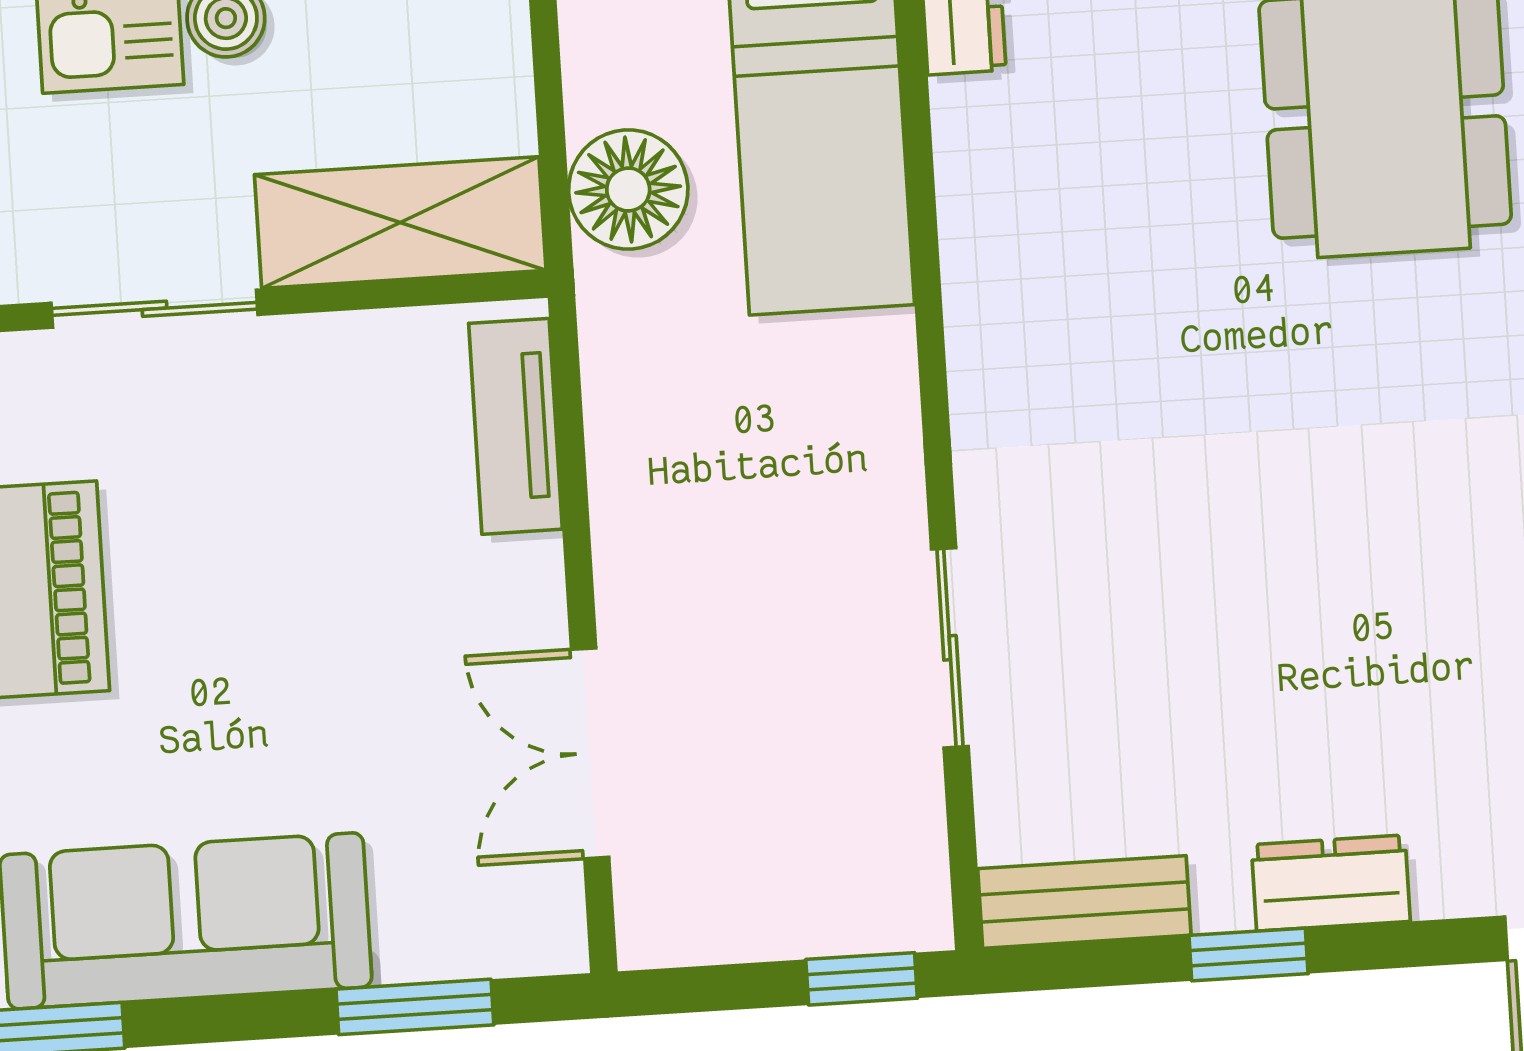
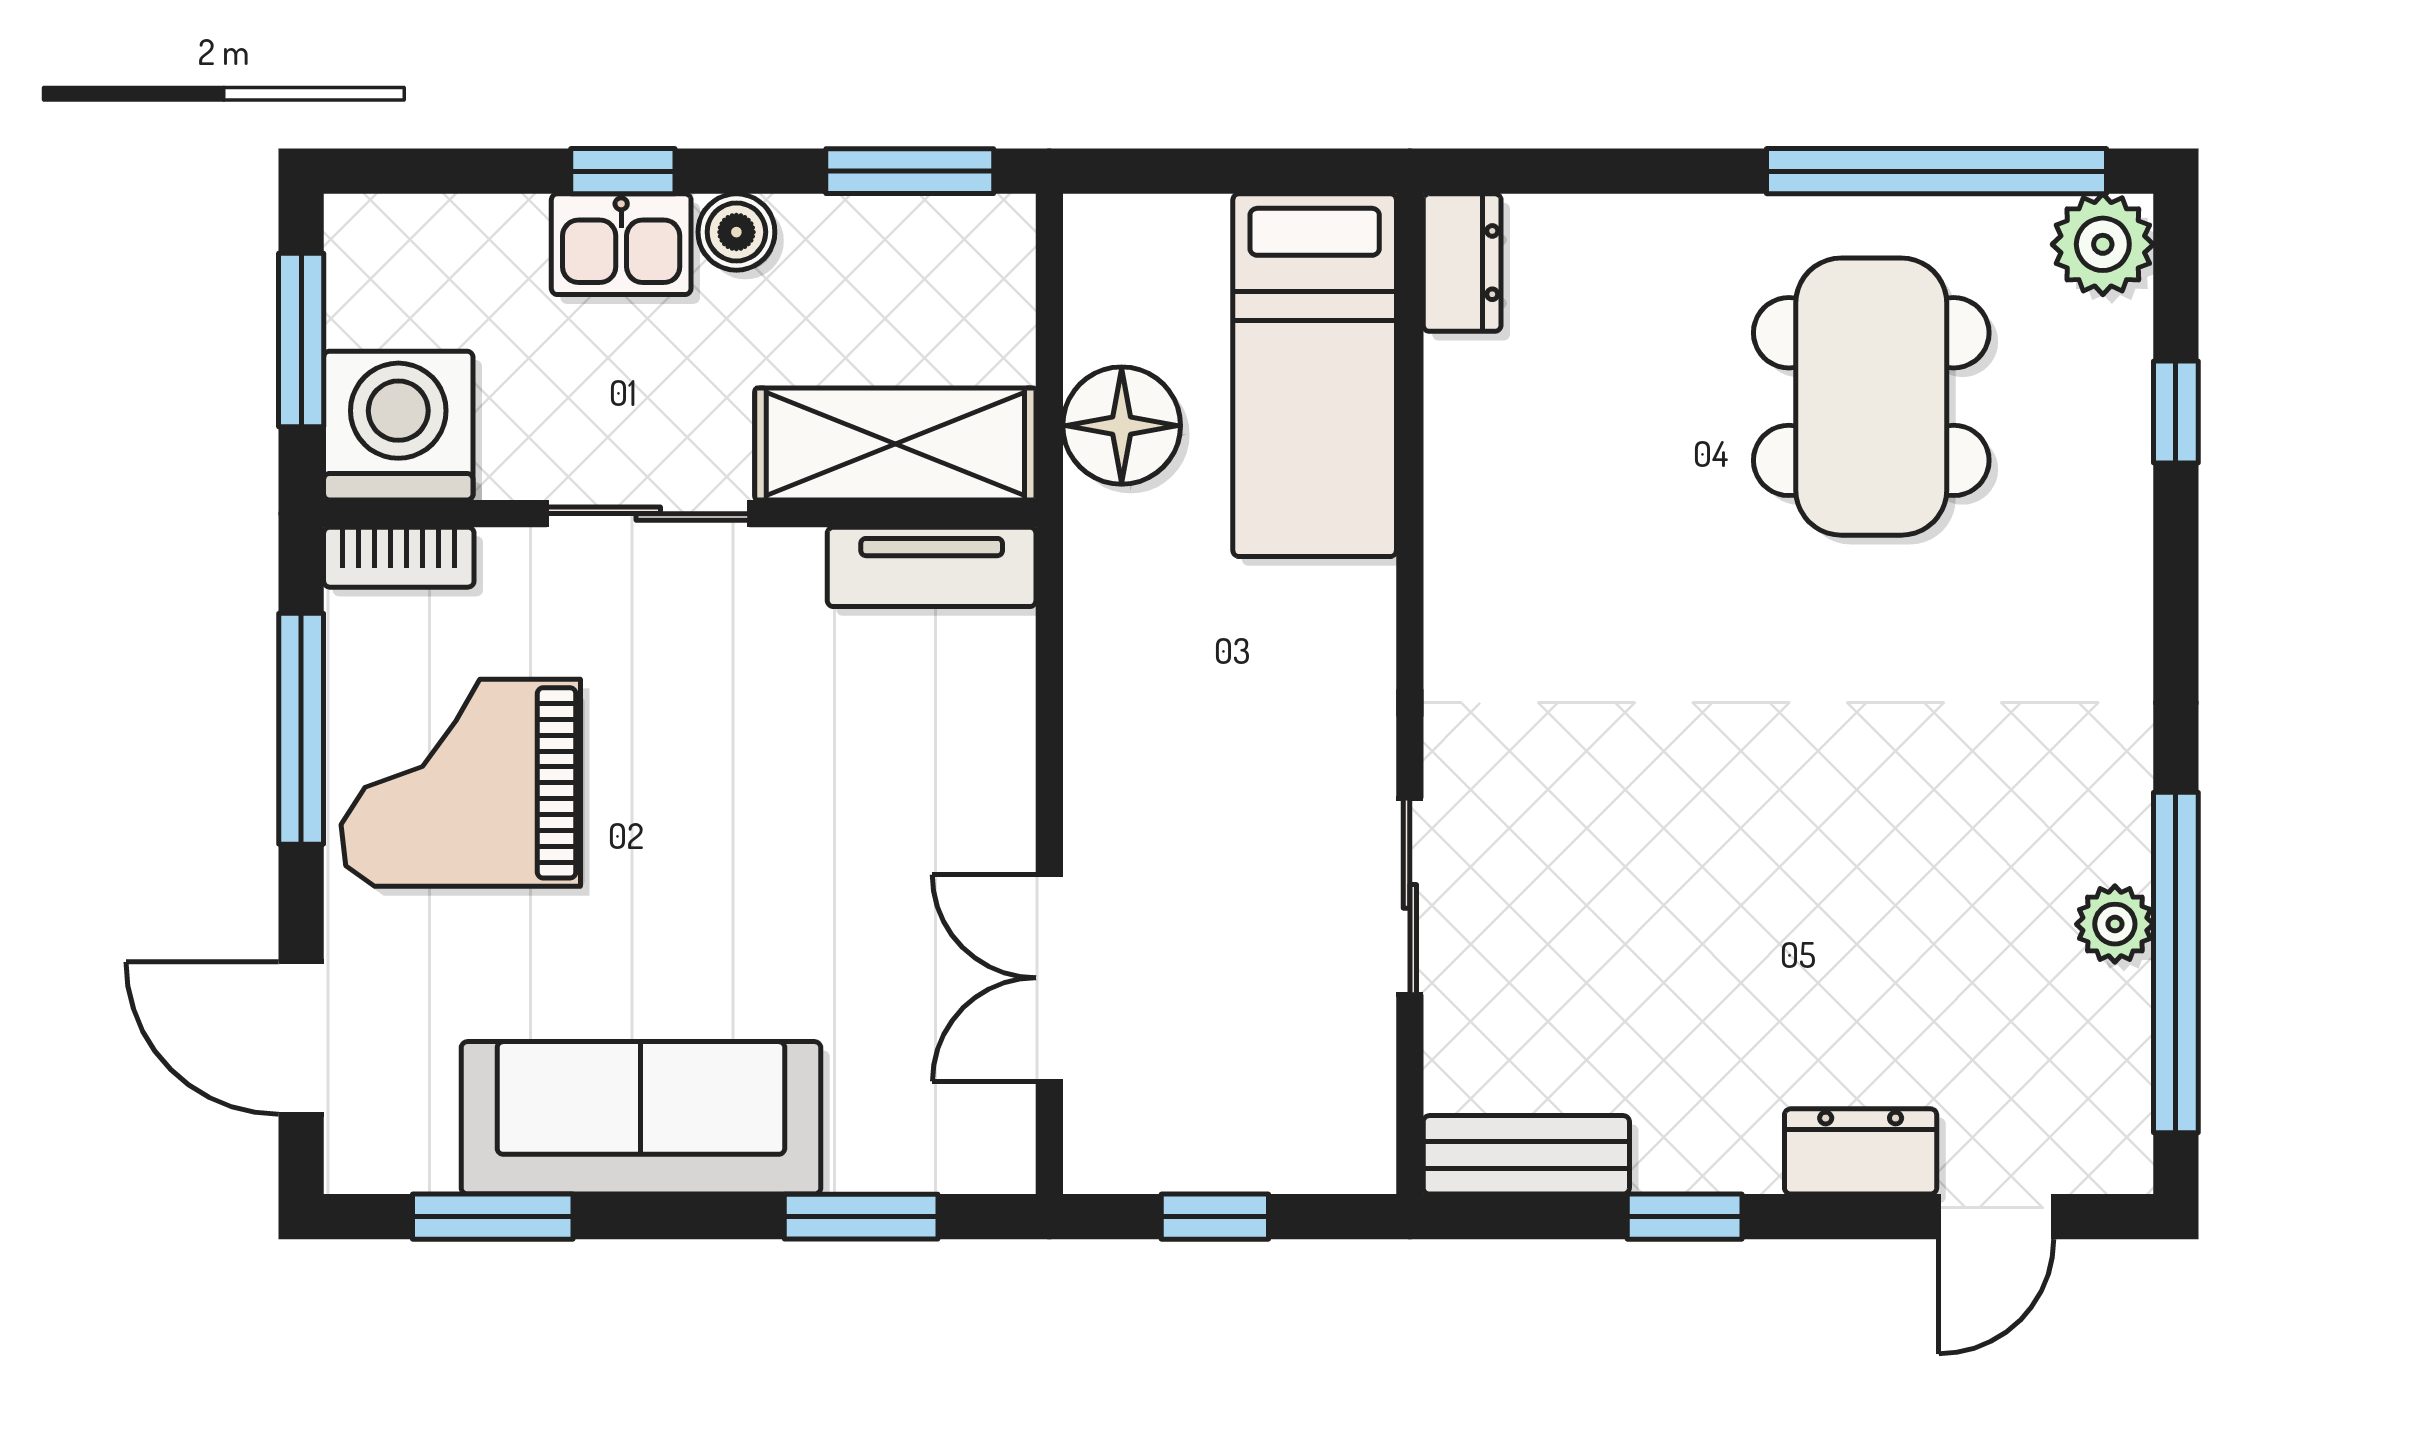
tv unit: (515, 426) -> (932, 567), moved, turned -90
dresser: (1331, 883) -> (1861, 1151), moved
window: (862, 979) -> (1215, 1217), moved

